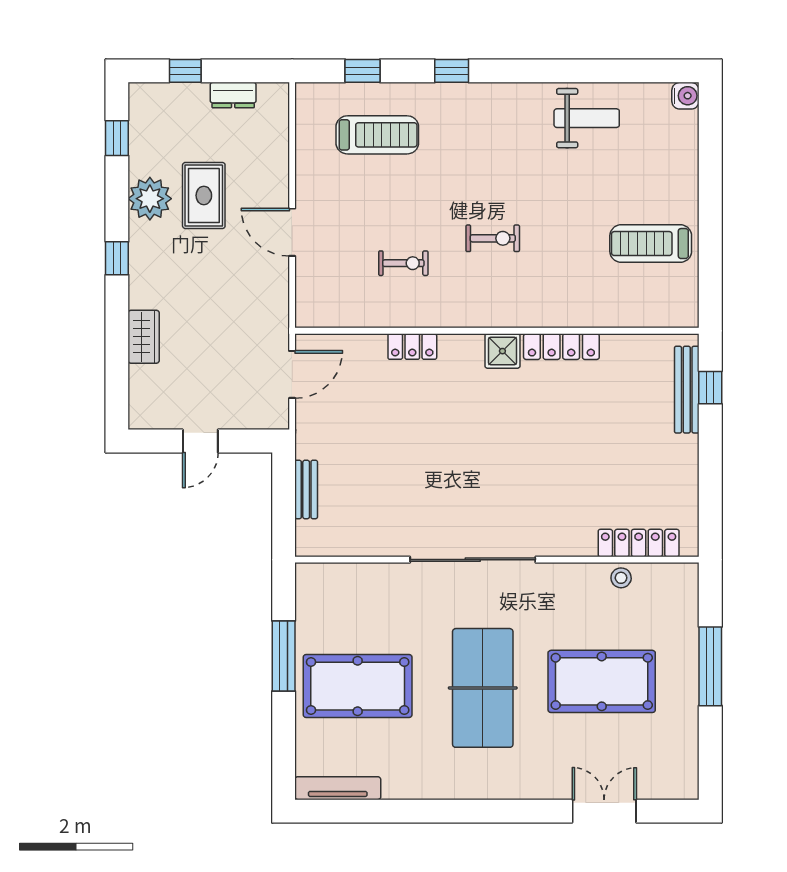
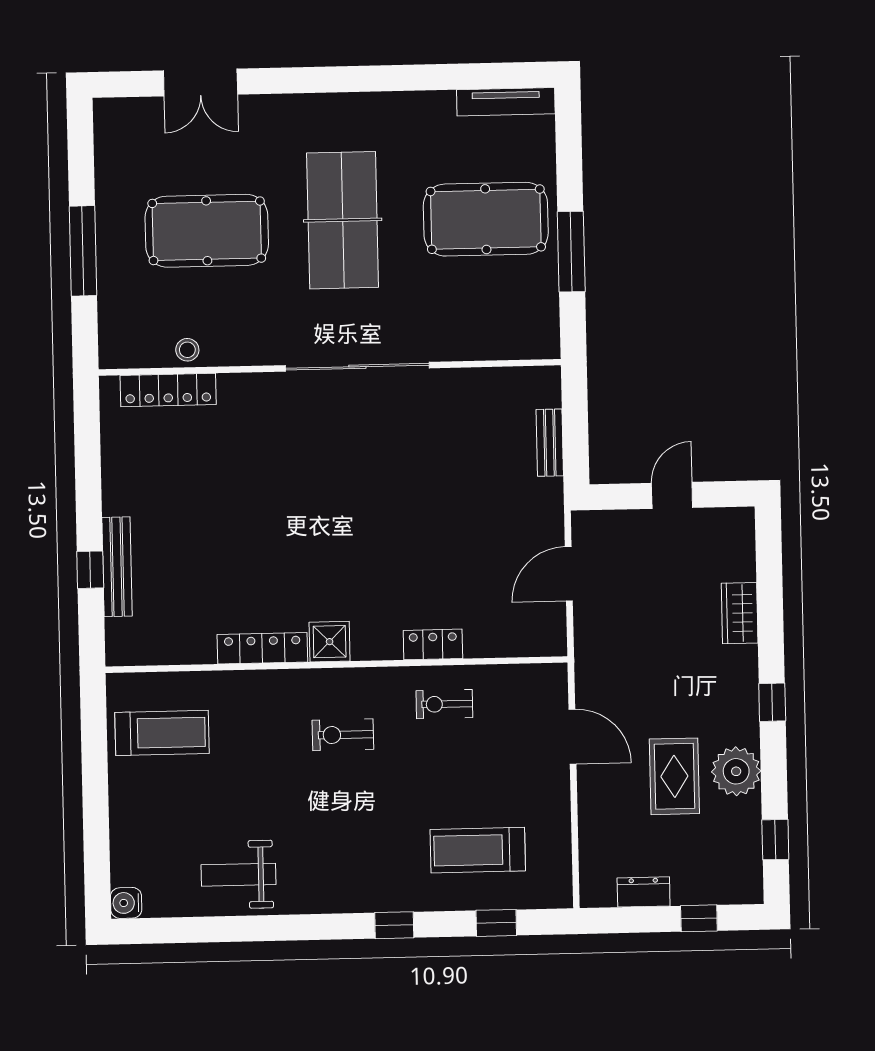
wall: (497, 331) -> (336, 665), moved
locker: (412, 347) -> (433, 644), moved
locker: (561, 347) -> (262, 648), moved
shower: (502, 351) -> (330, 642), moved

